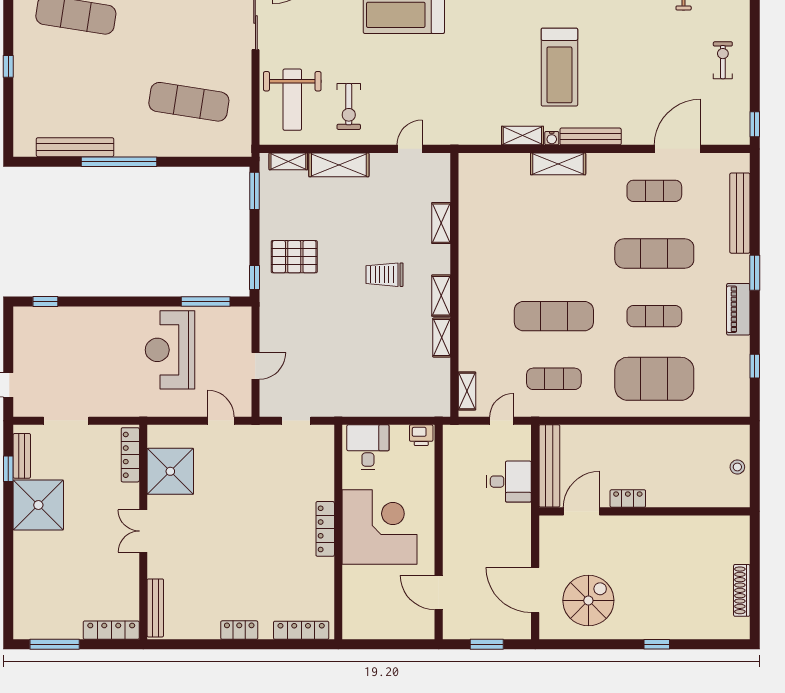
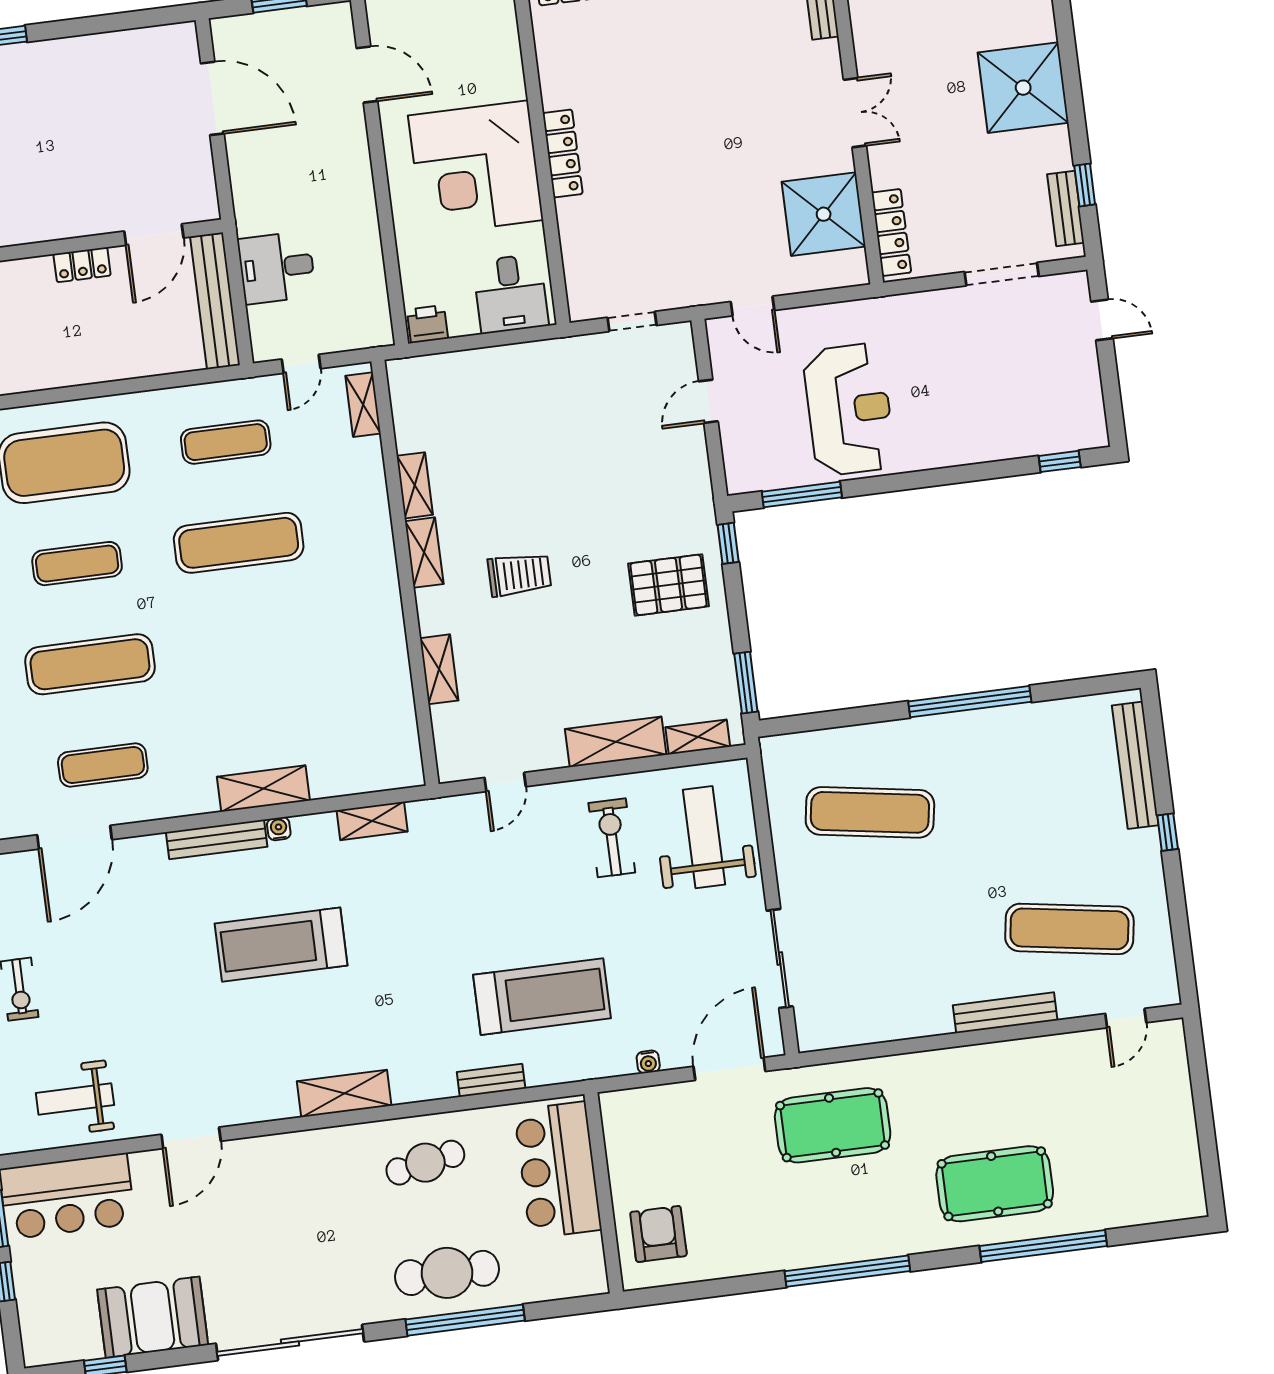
treadmill: (559, 67) -> (281, 945), turned -90
shelving: (522, 136) -> (372, 821), moved
bench: (75, 147) -> (1135, 765), moved, turned 90
shower: (38, 505) -> (1023, 88), moved
spiral stairs: (588, 600) -> (125, 93), removed

